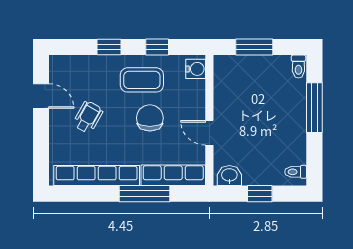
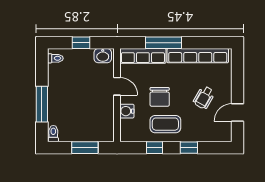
water cooler: (196, 69) -> (127, 111), moved
door: (41, 96) -> (238, 113), hinge flipped

